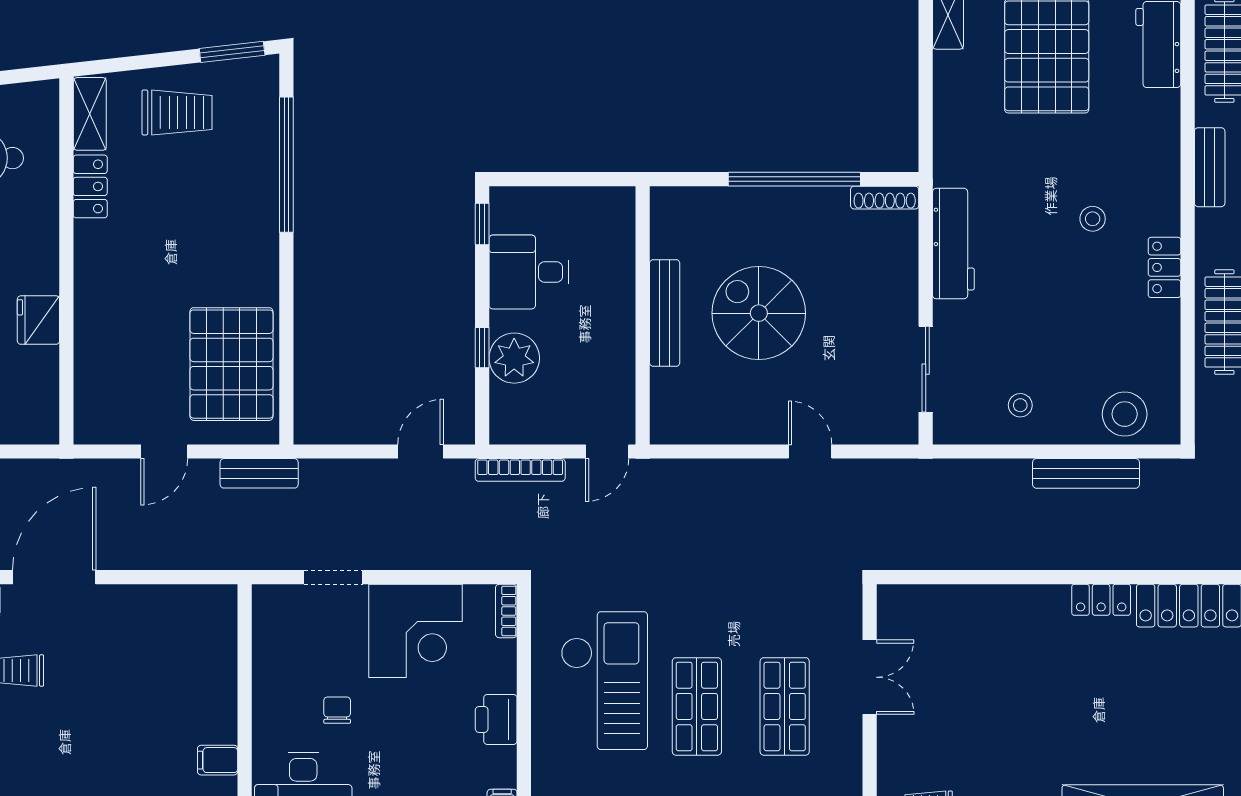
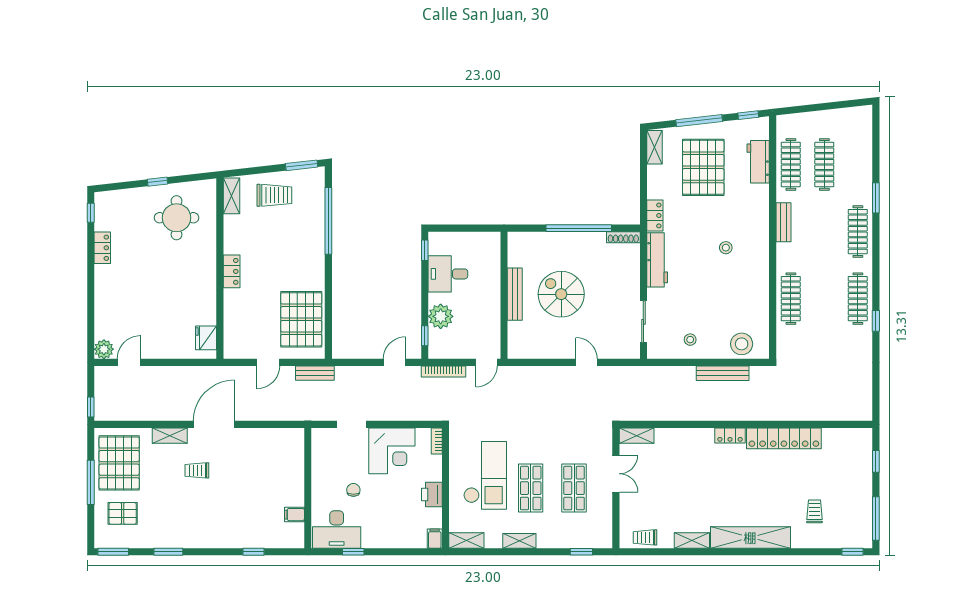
locker: (90, 186) -> (232, 271), moved
locker: (1164, 267) -> (655, 215), moved, turned 180
fridge: (38, 320) -> (206, 338), moved
window: (482, 348) -> (425, 336), moved
shelving: (912, 600) -> (637, 436), added

